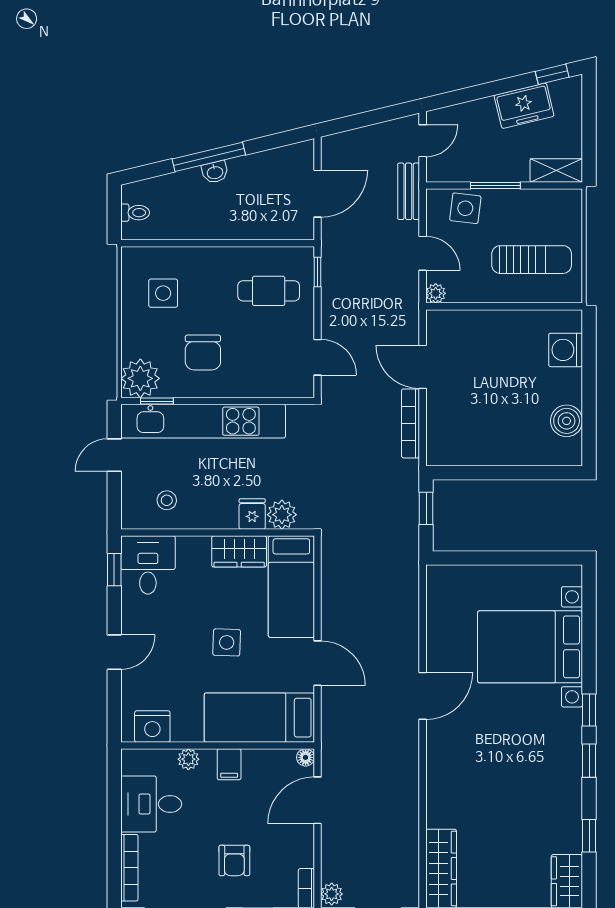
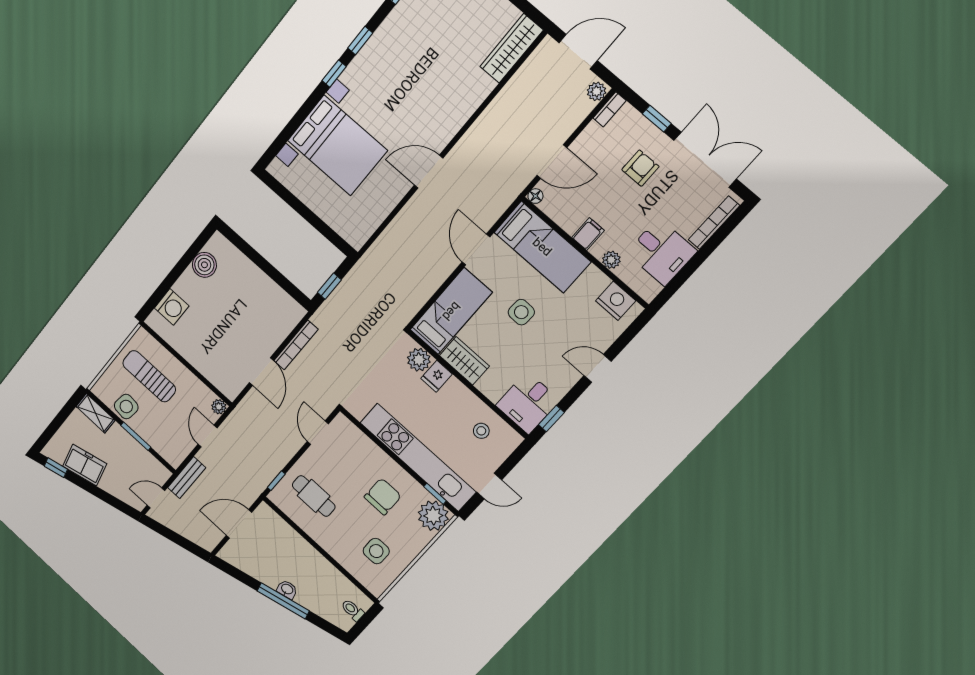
side table: (465, 208) -> (126, 407), moved

